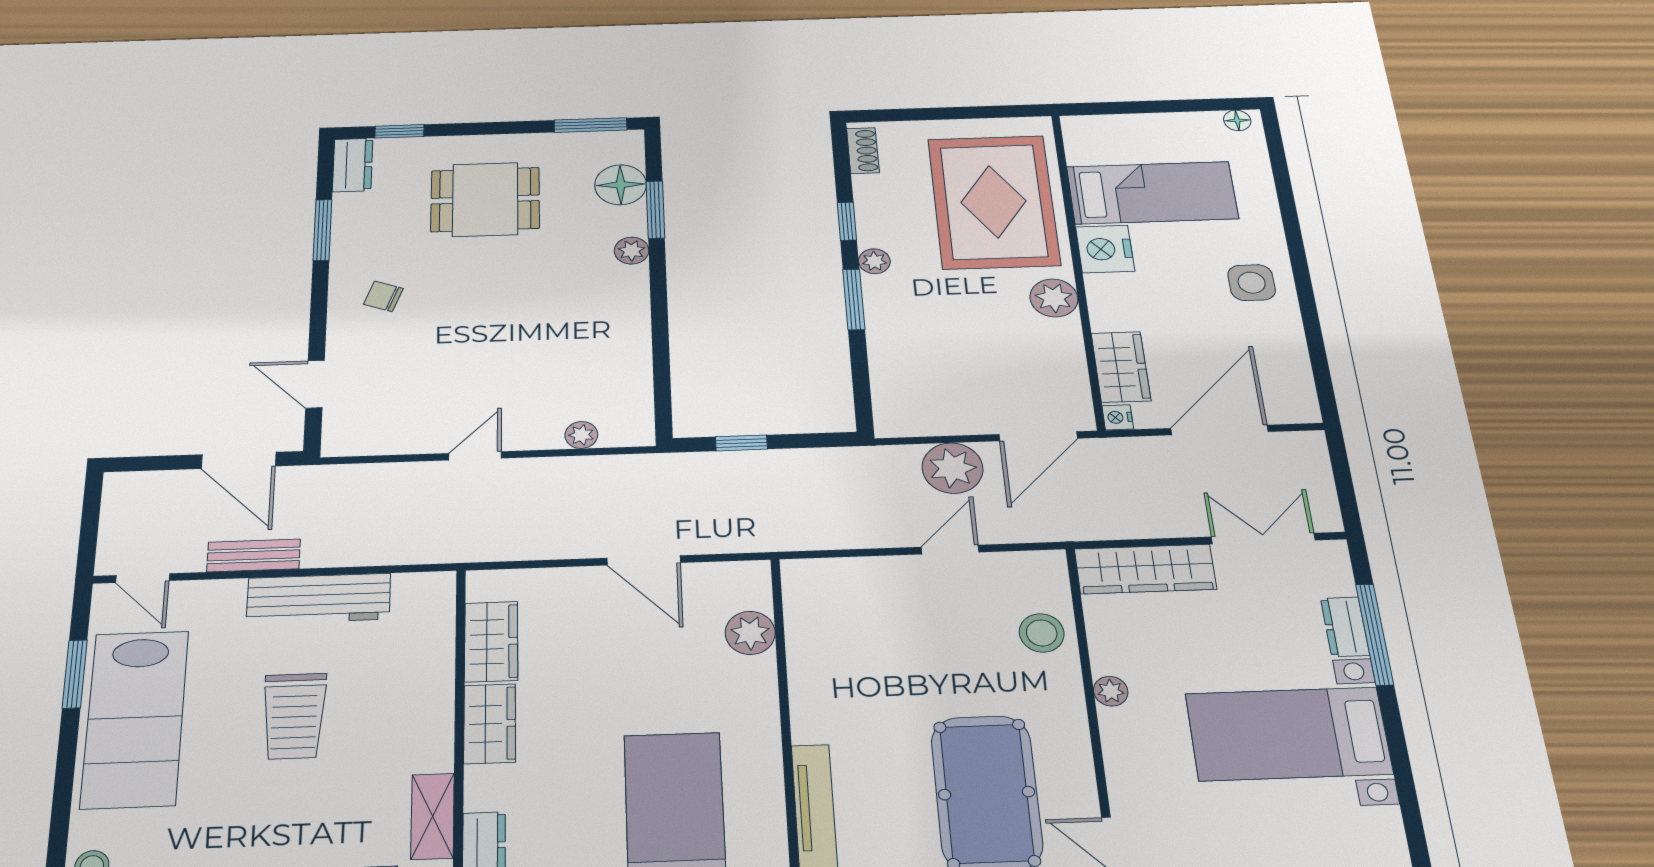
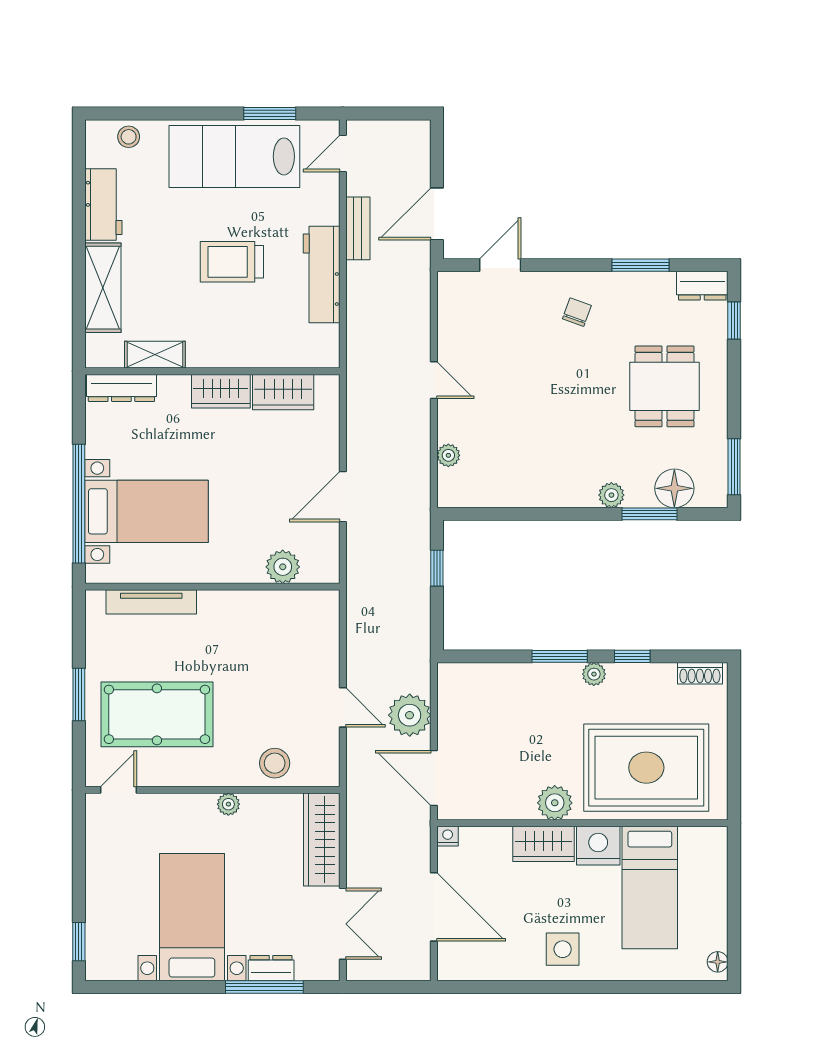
wardrobe: (1121, 367) -> (544, 844), moved

